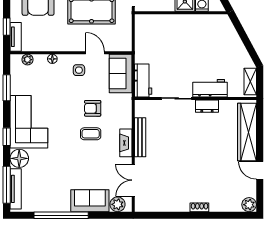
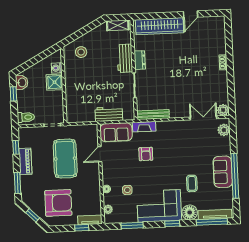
stool: (220, 35) -> (81, 52), added
side table: (79, 70) -> (127, 190), moved
workbench: (143, 80) -> (109, 114), moved
coffee table: (91, 134) -> (192, 183), moved
bench: (140, 137) -> (153, 115), moved
fireplace: (126, 143) -> (144, 127), moved
double door: (133, 180) -> (203, 118), swing flipped
sofa: (90, 201) -> (223, 172), moved
plant: (249, 205) -> (223, 110), moved

